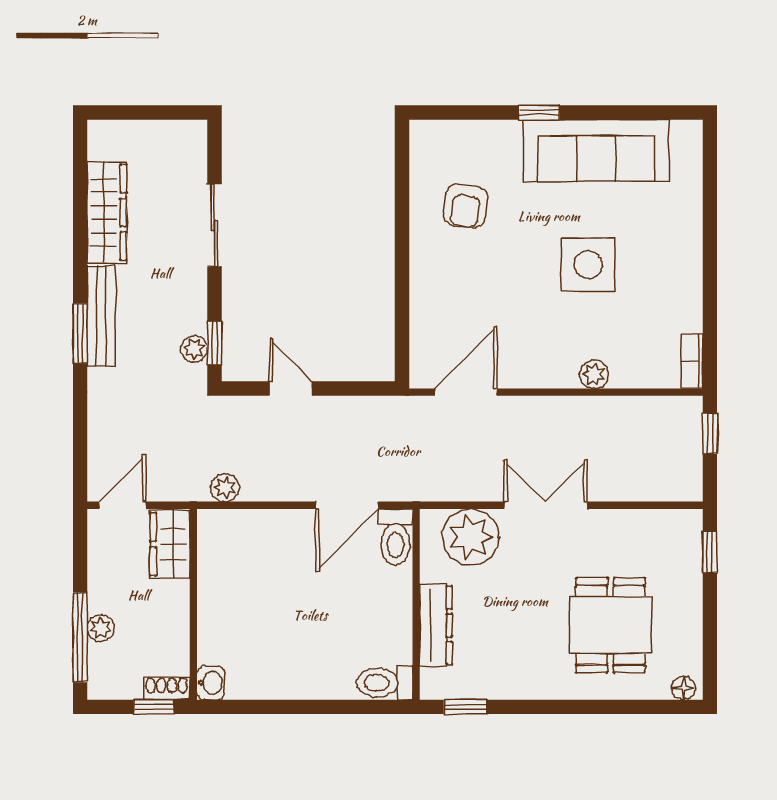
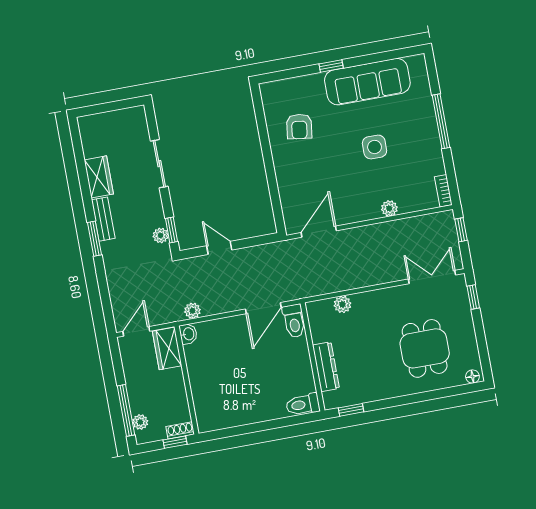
wardrobe: (107, 212) -> (99, 177), width x0.67
window: (710, 242) -> (441, 121), added
side table: (588, 265) -> (375, 147), width x0.73, depth x0.73
bench: (101, 316) -> (103, 219), width x0.73
double door: (546, 505) -> (432, 277), moved
plant: (470, 537) -> (342, 304), width x0.53, depth x0.53
plant: (101, 628) -> (140, 422), moved
washbasin: (211, 683) -> (188, 334), moved

